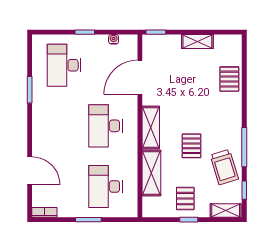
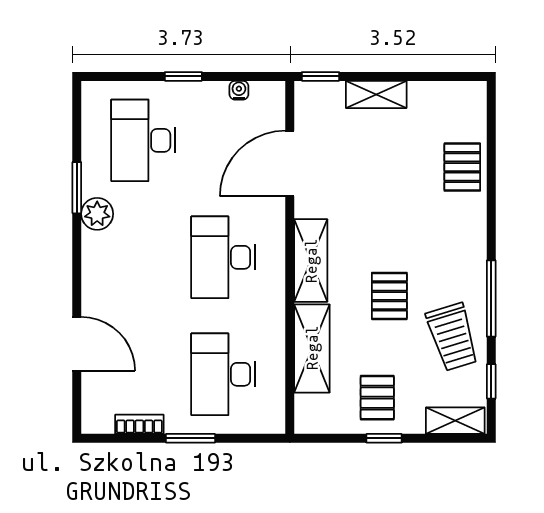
shelving: (197, 41) -> (376, 94), moved
plant: (40, 103) -> (97, 214), added
bookcase: (44, 212) -> (139, 424), moved

